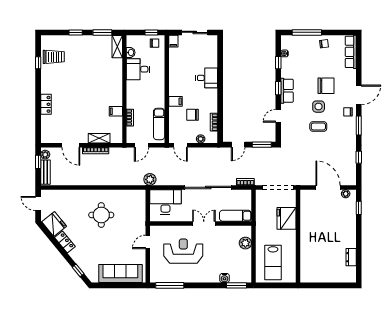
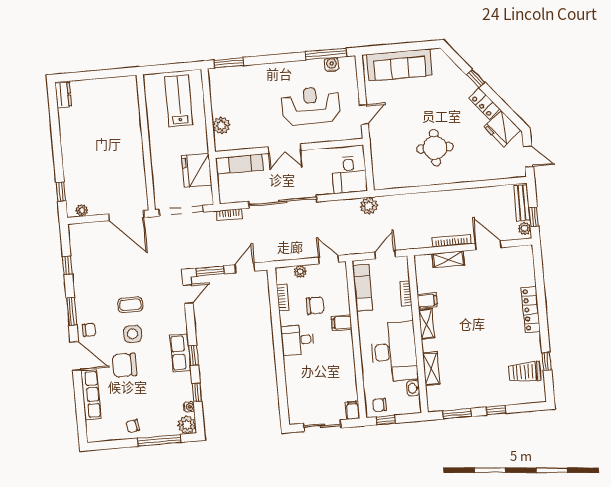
plant: (287, 41) -> (187, 425), added
shelving: (117, 47) -> (431, 369), moved
row of seats: (351, 52) -> (91, 395), moved
desk: (138, 69) -> (394, 352), width x1.87, depth x1.30
desk: (207, 78) -> (297, 340), moved
shelving: (118, 95) -> (427, 324), added
door: (359, 95) -> (76, 356), swing flipped
locker: (46, 104) -> (531, 310), width x1.53
door: (278, 116) -> (188, 294), moved
door: (328, 187) -> (126, 216), moved
desk: (165, 202) -> (349, 175), width x0.73
fridge: (286, 218) -> (197, 170), moved, turned 180
reception desk: (183, 251) -> (311, 106), turned 180
dresser: (351, 257) -> (63, 95), moved
window: (78, 270) -> (476, 78), moved
water cooler: (225, 278) -> (332, 64), moved

